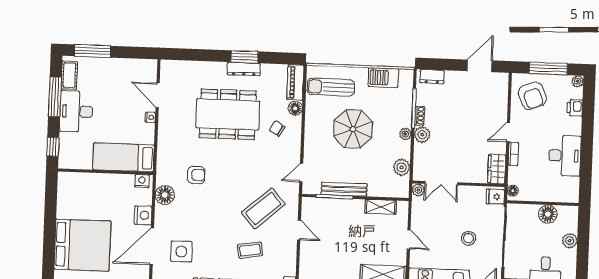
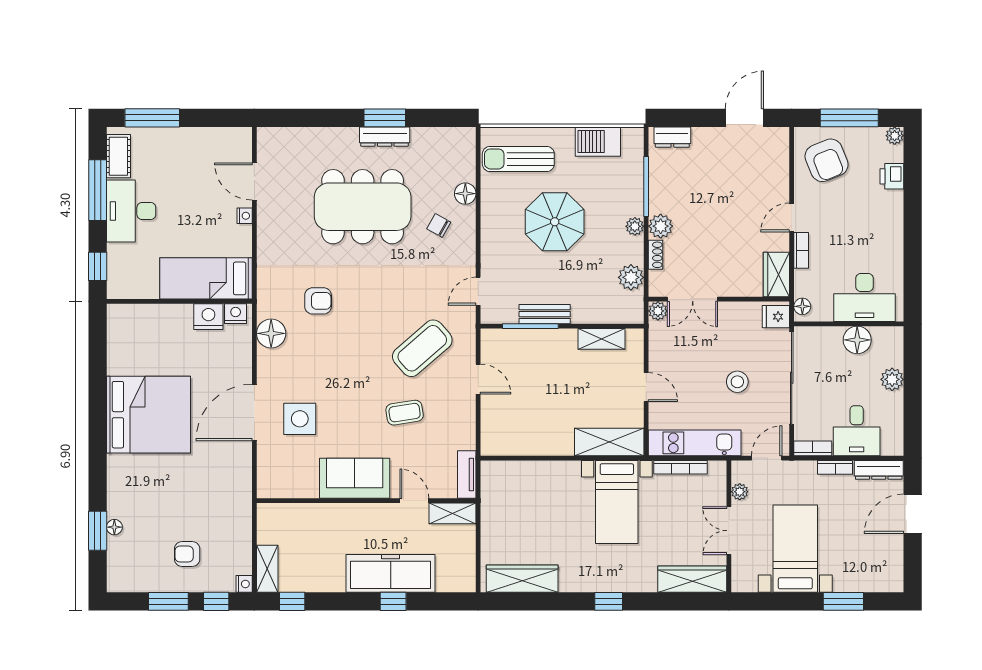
piano: (295, 82) -> (464, 154), removed
shoe rack: (420, 116) -> (655, 255), moved
desk: (565, 156) -> (864, 297), moved, turned 90
bench: (344, 189) -> (545, 314), width x0.73
nightstand: (143, 215) -> (208, 317), moved, turned -90

